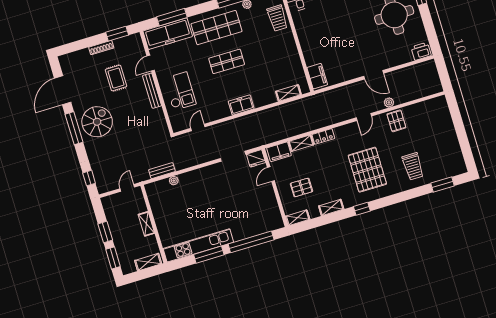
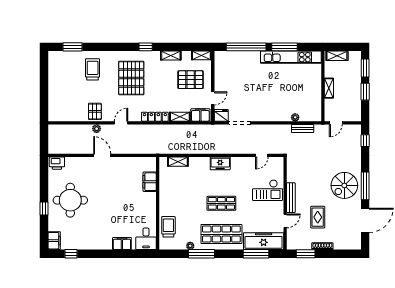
filing cabinet: (317, 76) -> (150, 182), moved
checkout: (180, 91) -> (268, 190), turned -90
locker: (323, 136) -> (155, 117), width x1.53
pallet: (301, 187) -> (191, 80), width x1.50, depth x1.42

